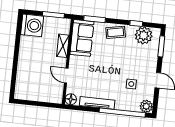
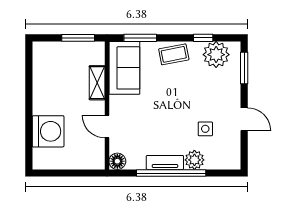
washing machine: (32, 25) -> (48, 131), moved
tv unit: (97, 103) -> (165, 162), width x0.71
plant: (146, 106) -> (194, 160), moved
window: (122, 113) -> (171, 173), moved

